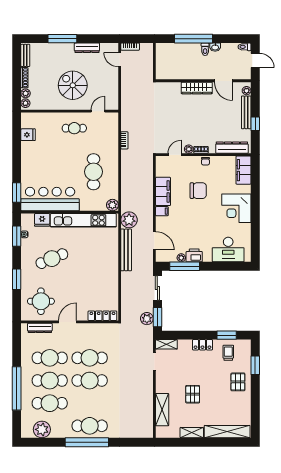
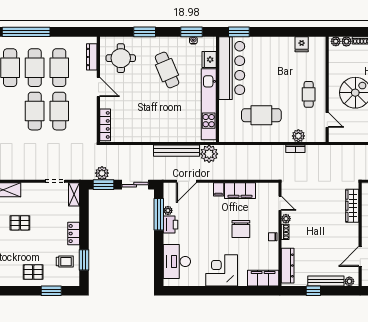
wardrobe: (197, 88) -> (352, 206), moved
plant: (112, 205) -> (298, 136), moved

